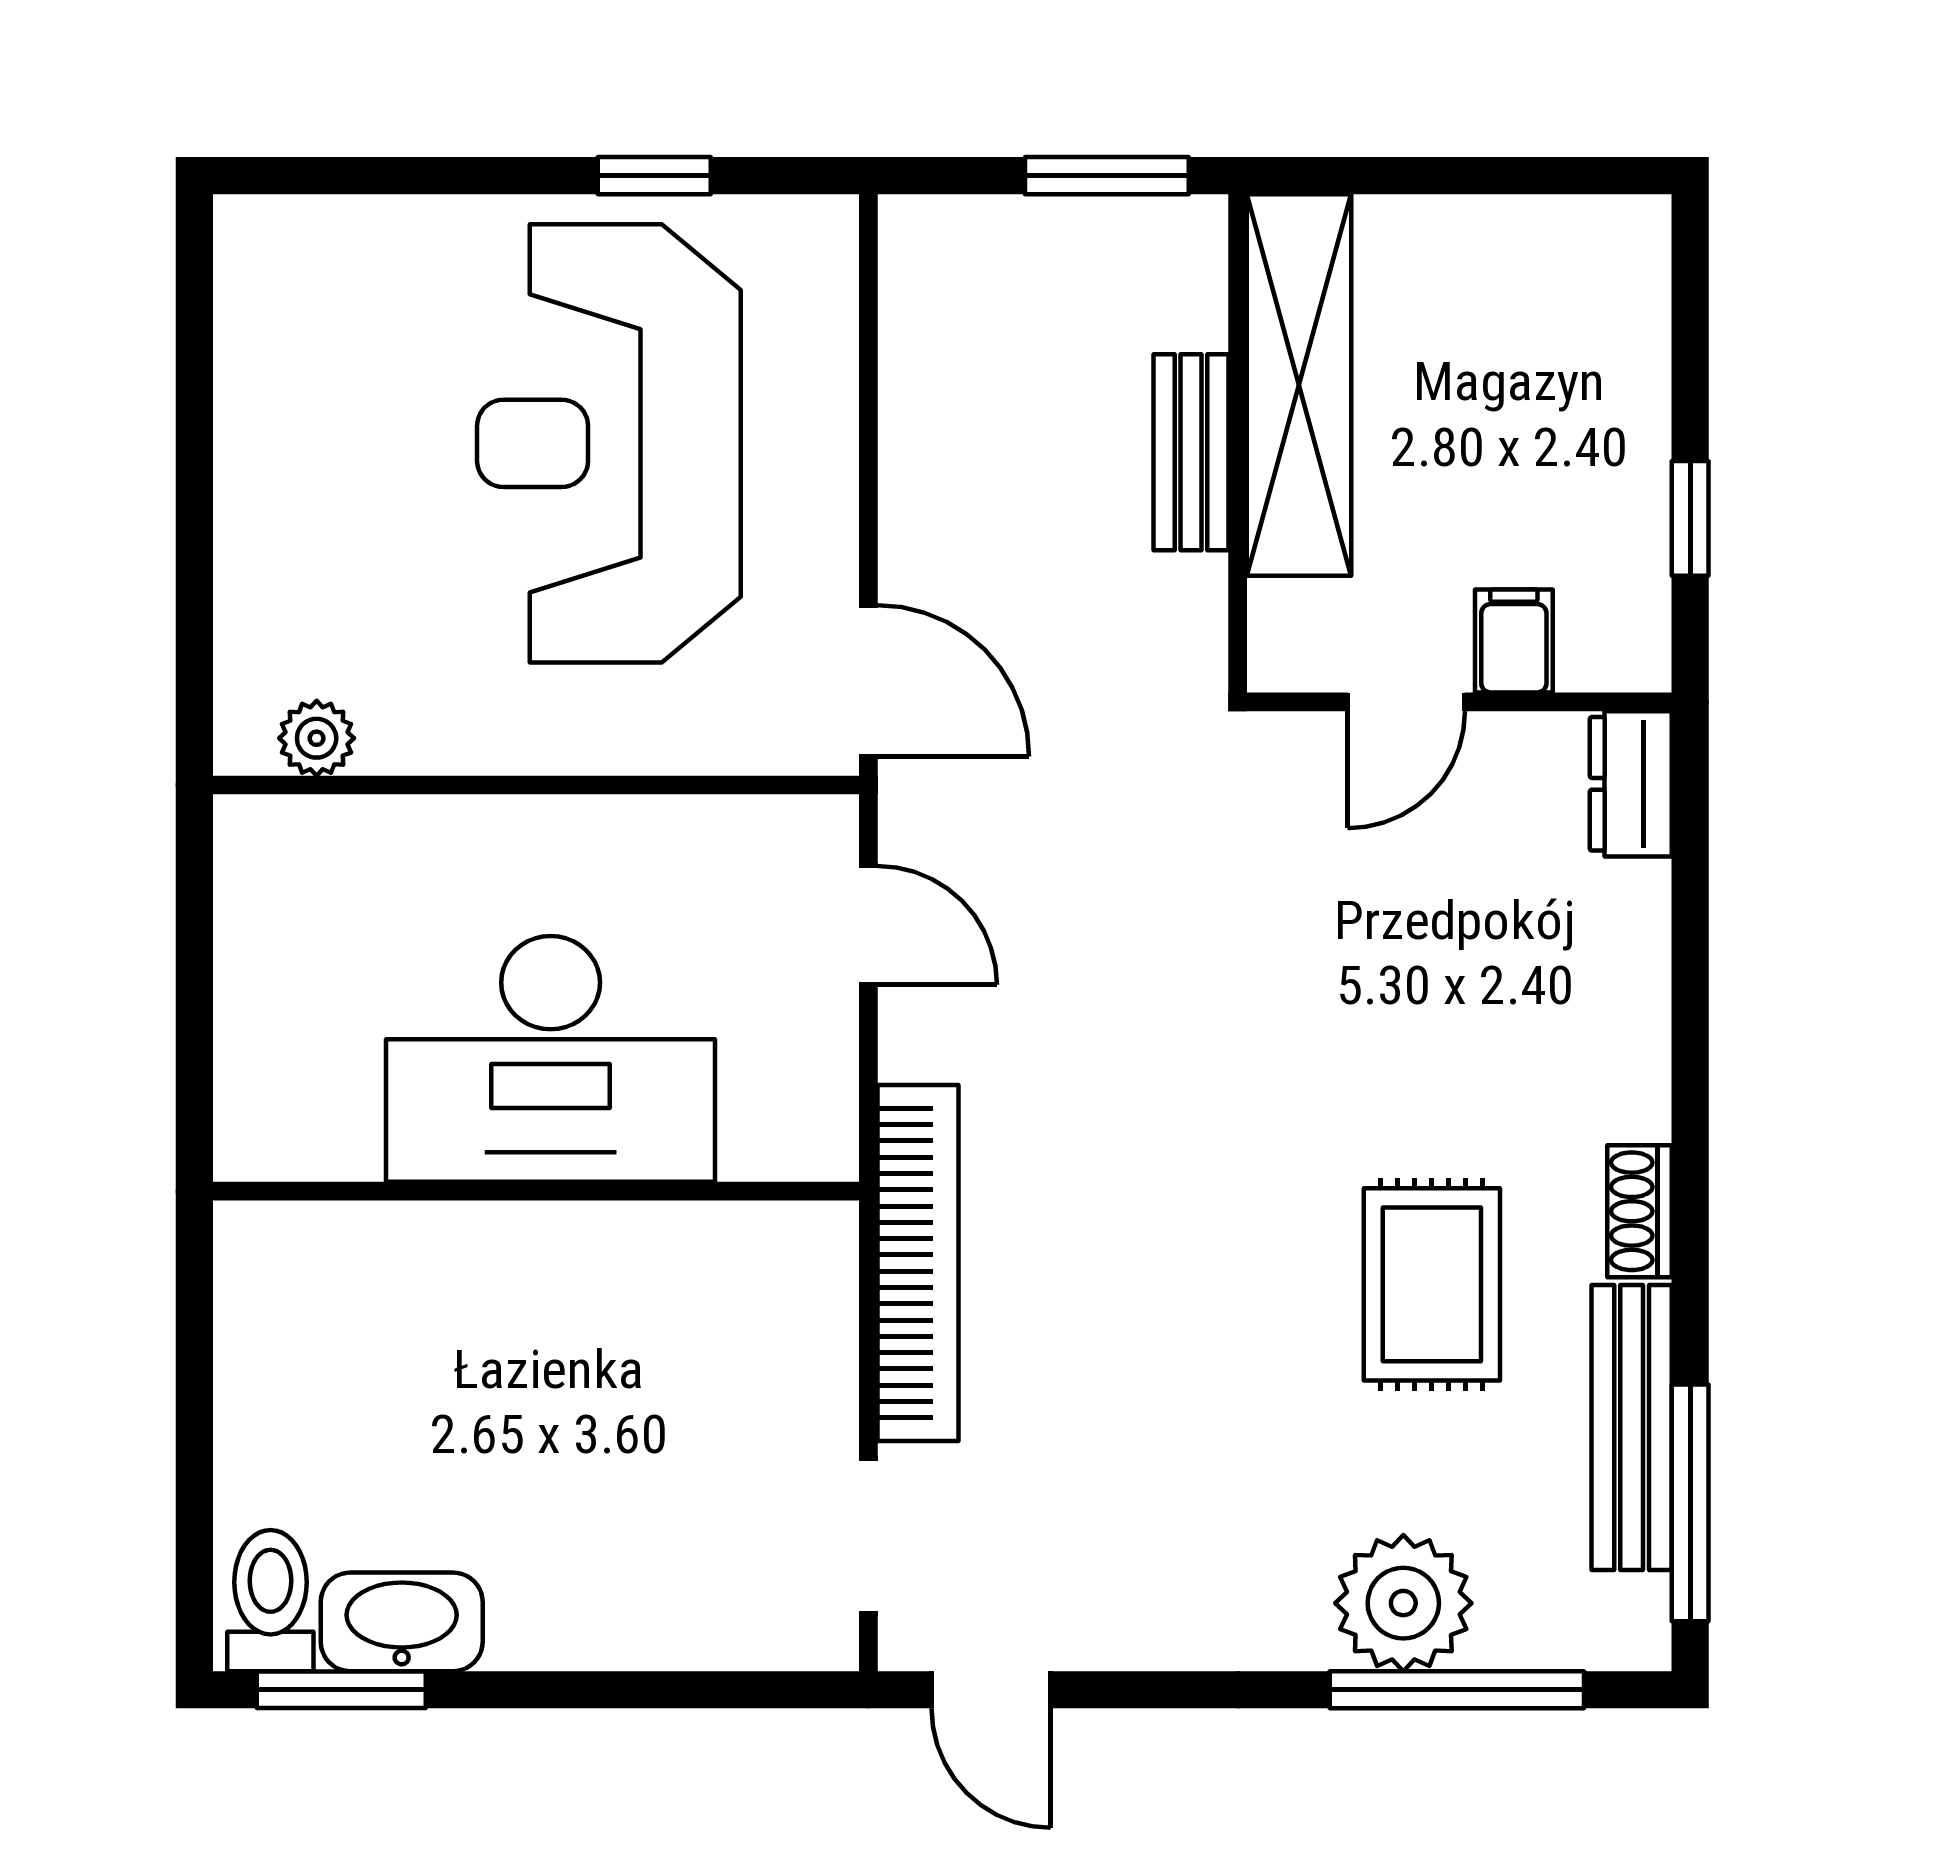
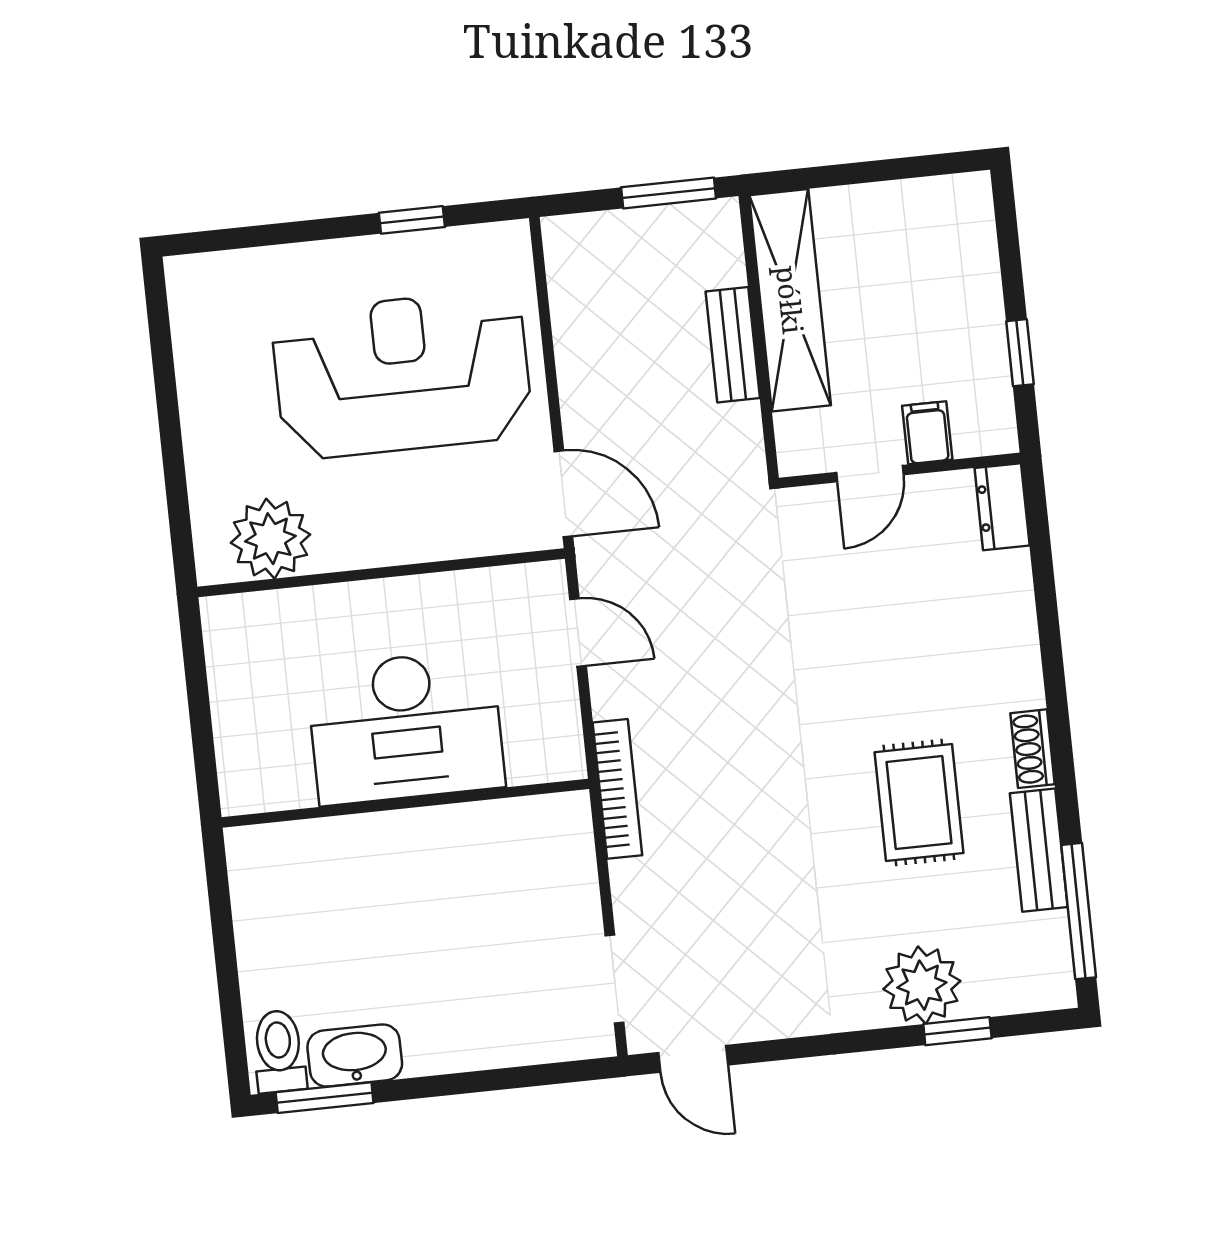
reception desk: (609, 443) -> (402, 374), turned 90
plant: (317, 738) -> (270, 539), width x1.88, depth x1.88
bookcase: (918, 1263) -> (617, 789), width x0.68, depth x0.76
bench: (1632, 1427) -> (1039, 850), width x0.73
window: (1457, 1690) -> (957, 1031), width x0.46

